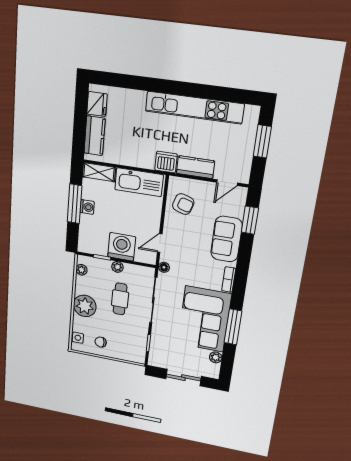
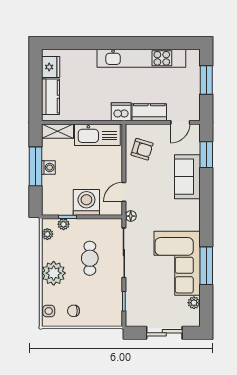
plant: (117, 267) -> (64, 224), moved
bookcase: (229, 280) -> (195, 217), removed

